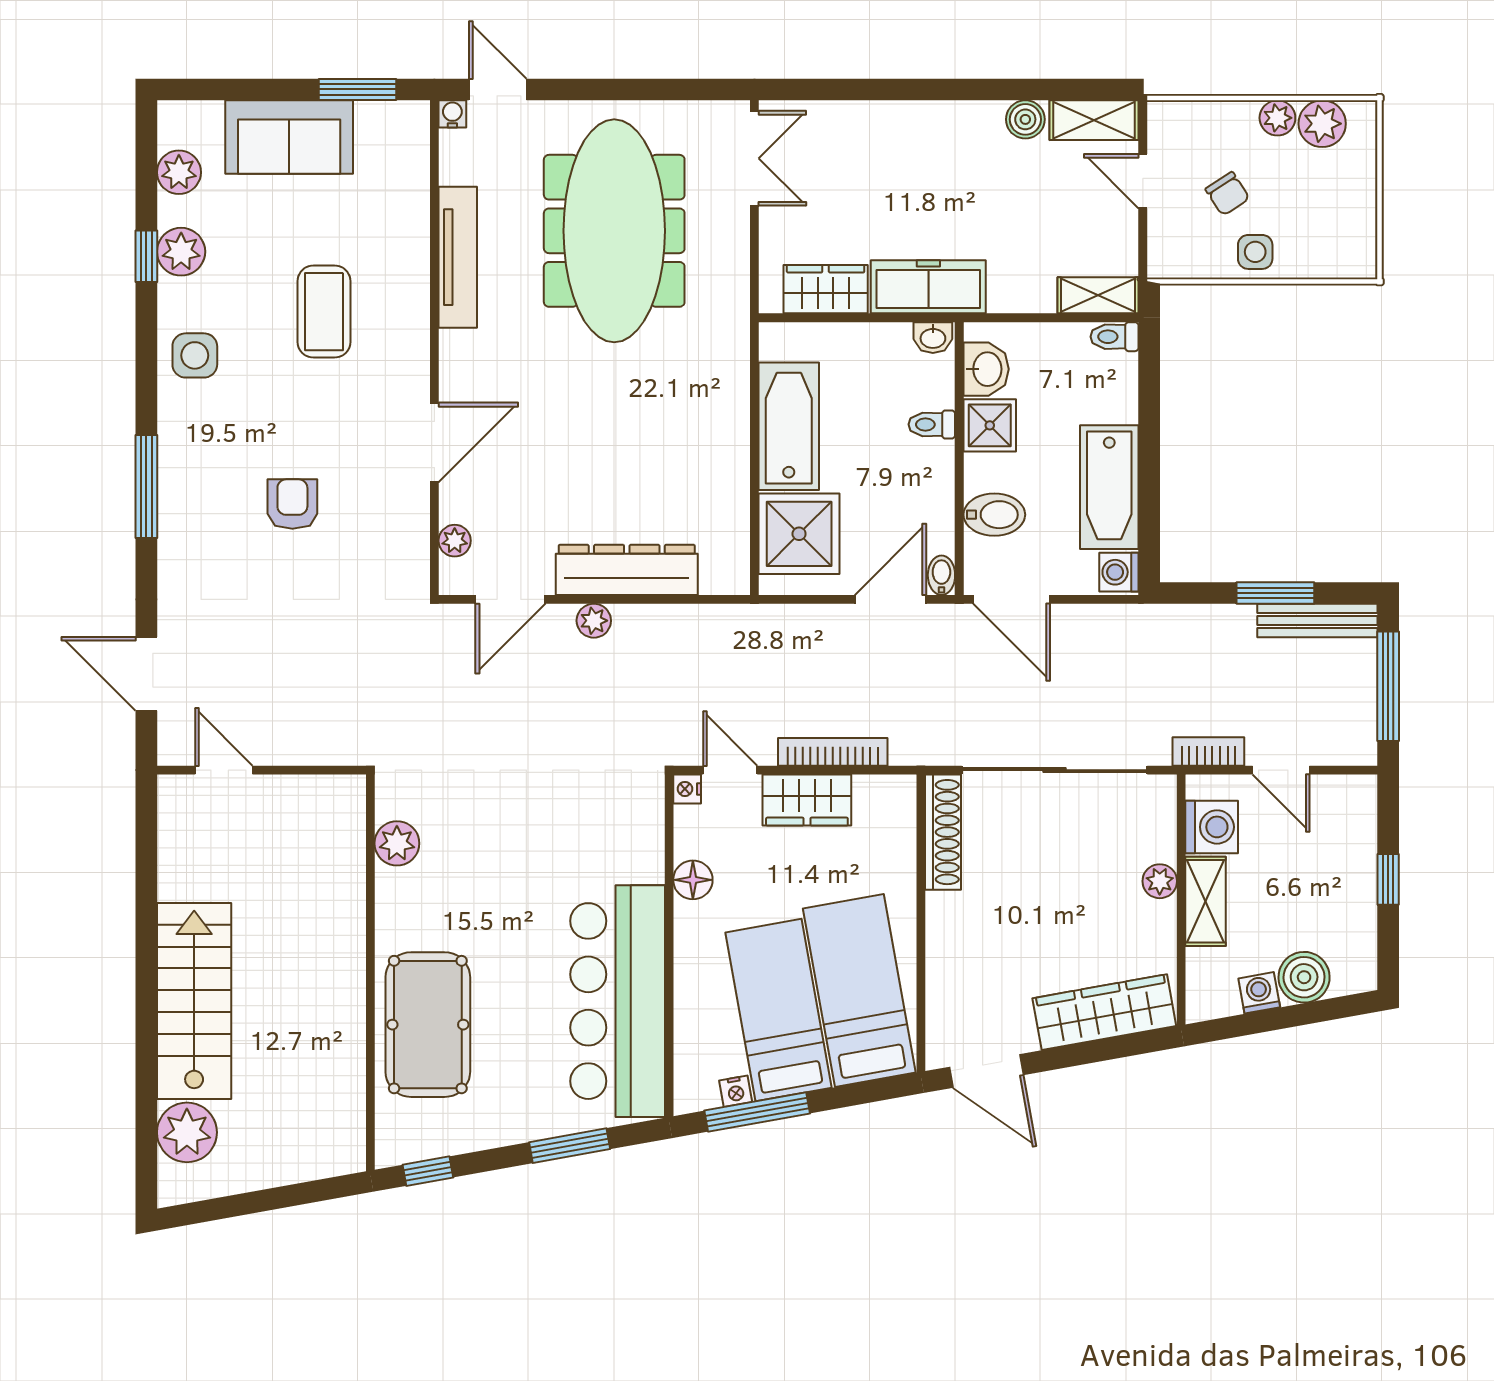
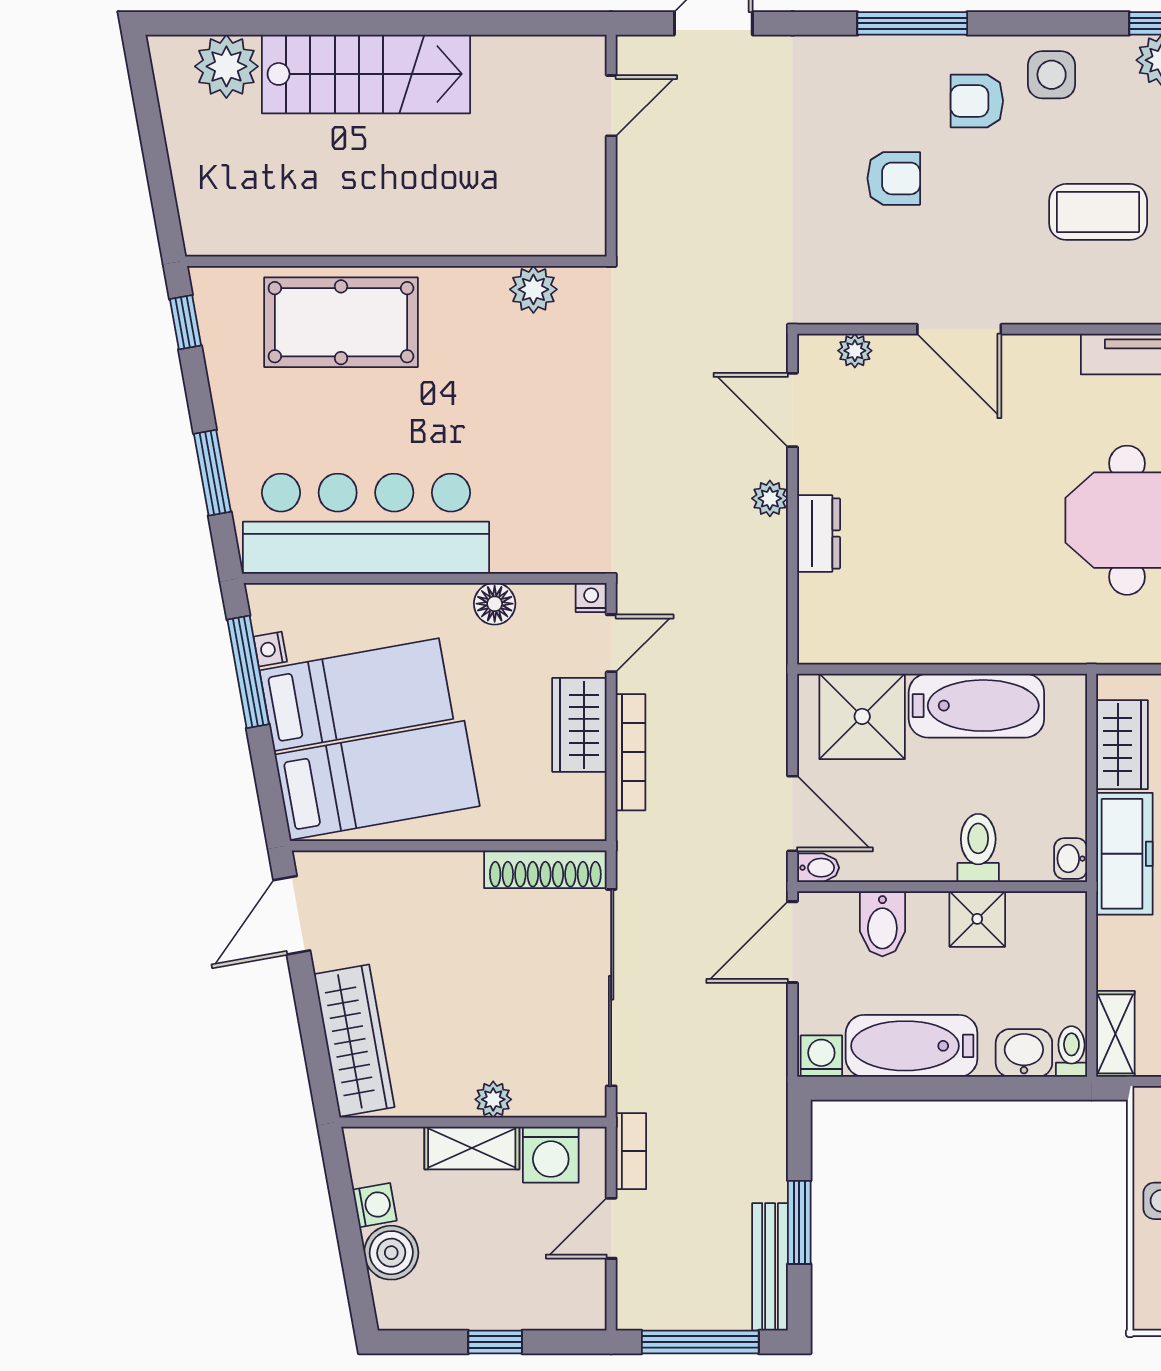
washbasin: (986, 369) -> (1024, 1053), moved, turned 180
toilet: (932, 424) -> (978, 848), width x1.37, depth x1.39
armchair: (220, 426) -> (977, 101), added
dresser: (627, 570) -> (819, 534), width x0.51, depth x0.80

